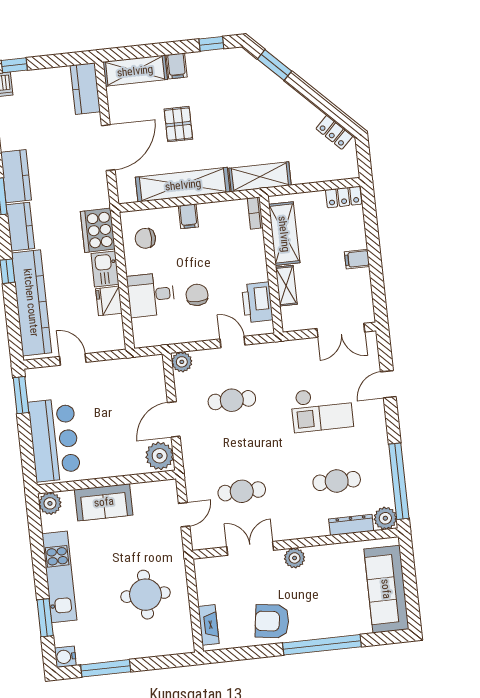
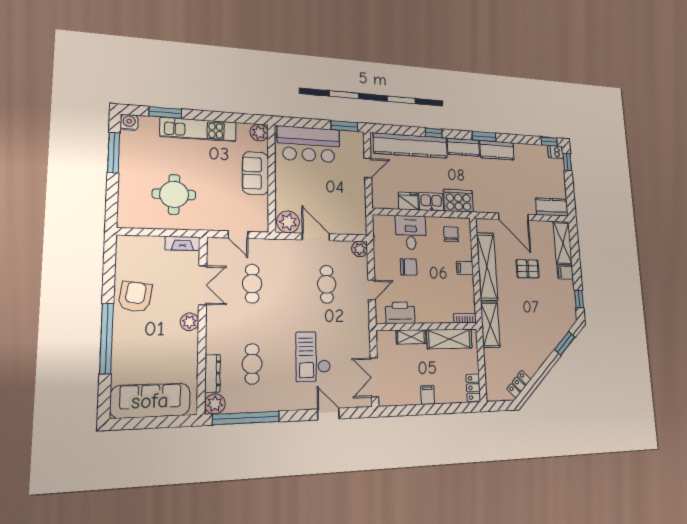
fireplace: (209, 625) -> (183, 243), moved

